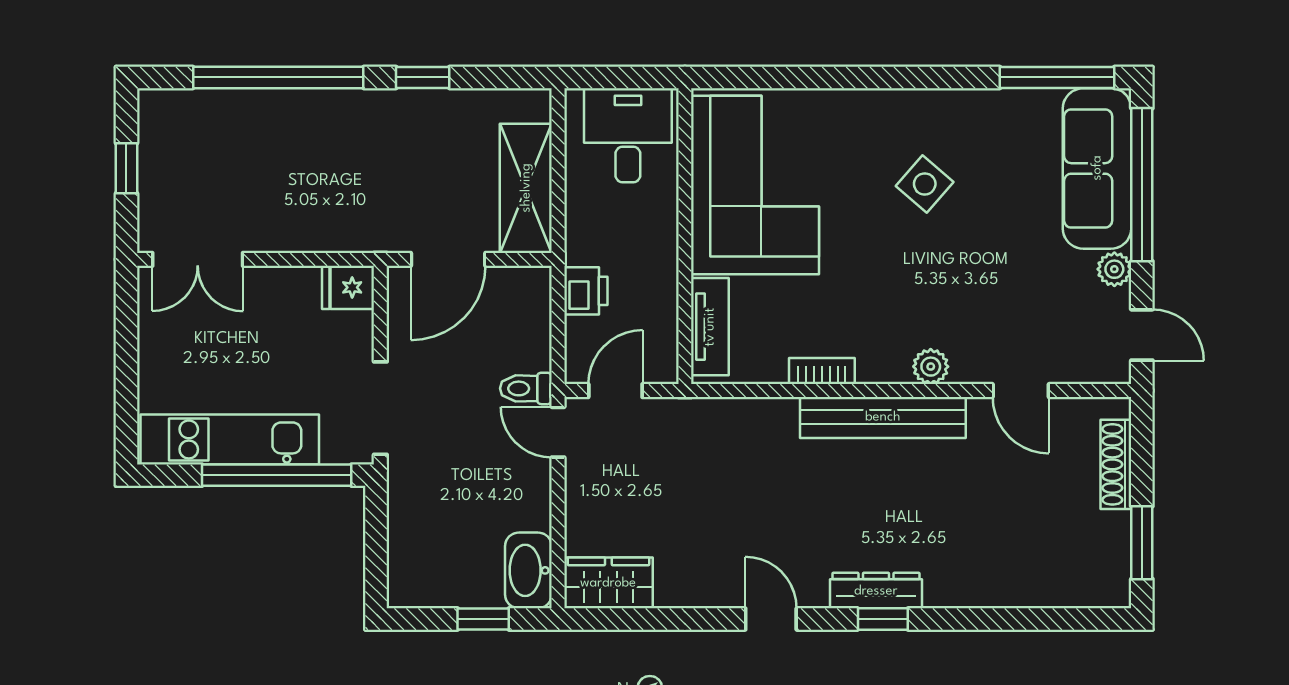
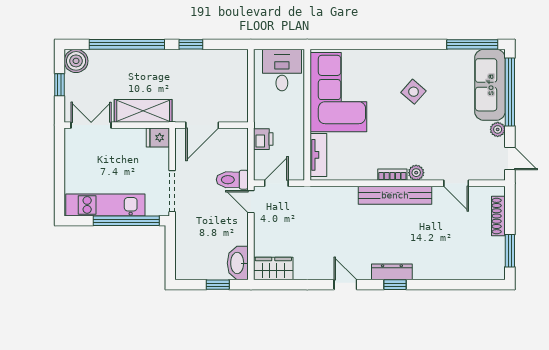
boiler: (164, 115) -> (76, 61), added
shelving: (526, 188) -> (143, 111), moved, turned 90
double door: (198, 259) -> (91, 125), swing flipped
bookcase: (822, 371) -> (392, 175), moved
toilet: (526, 388) -> (232, 180), width x1.37, depth x1.39

